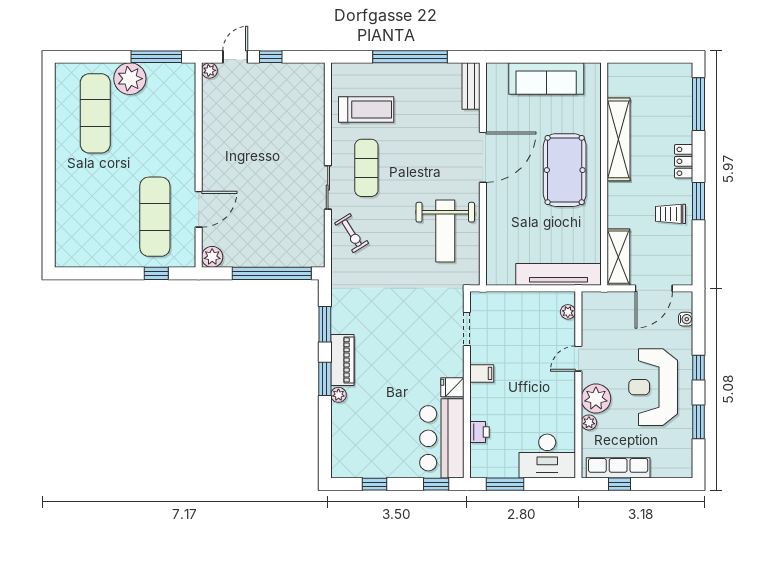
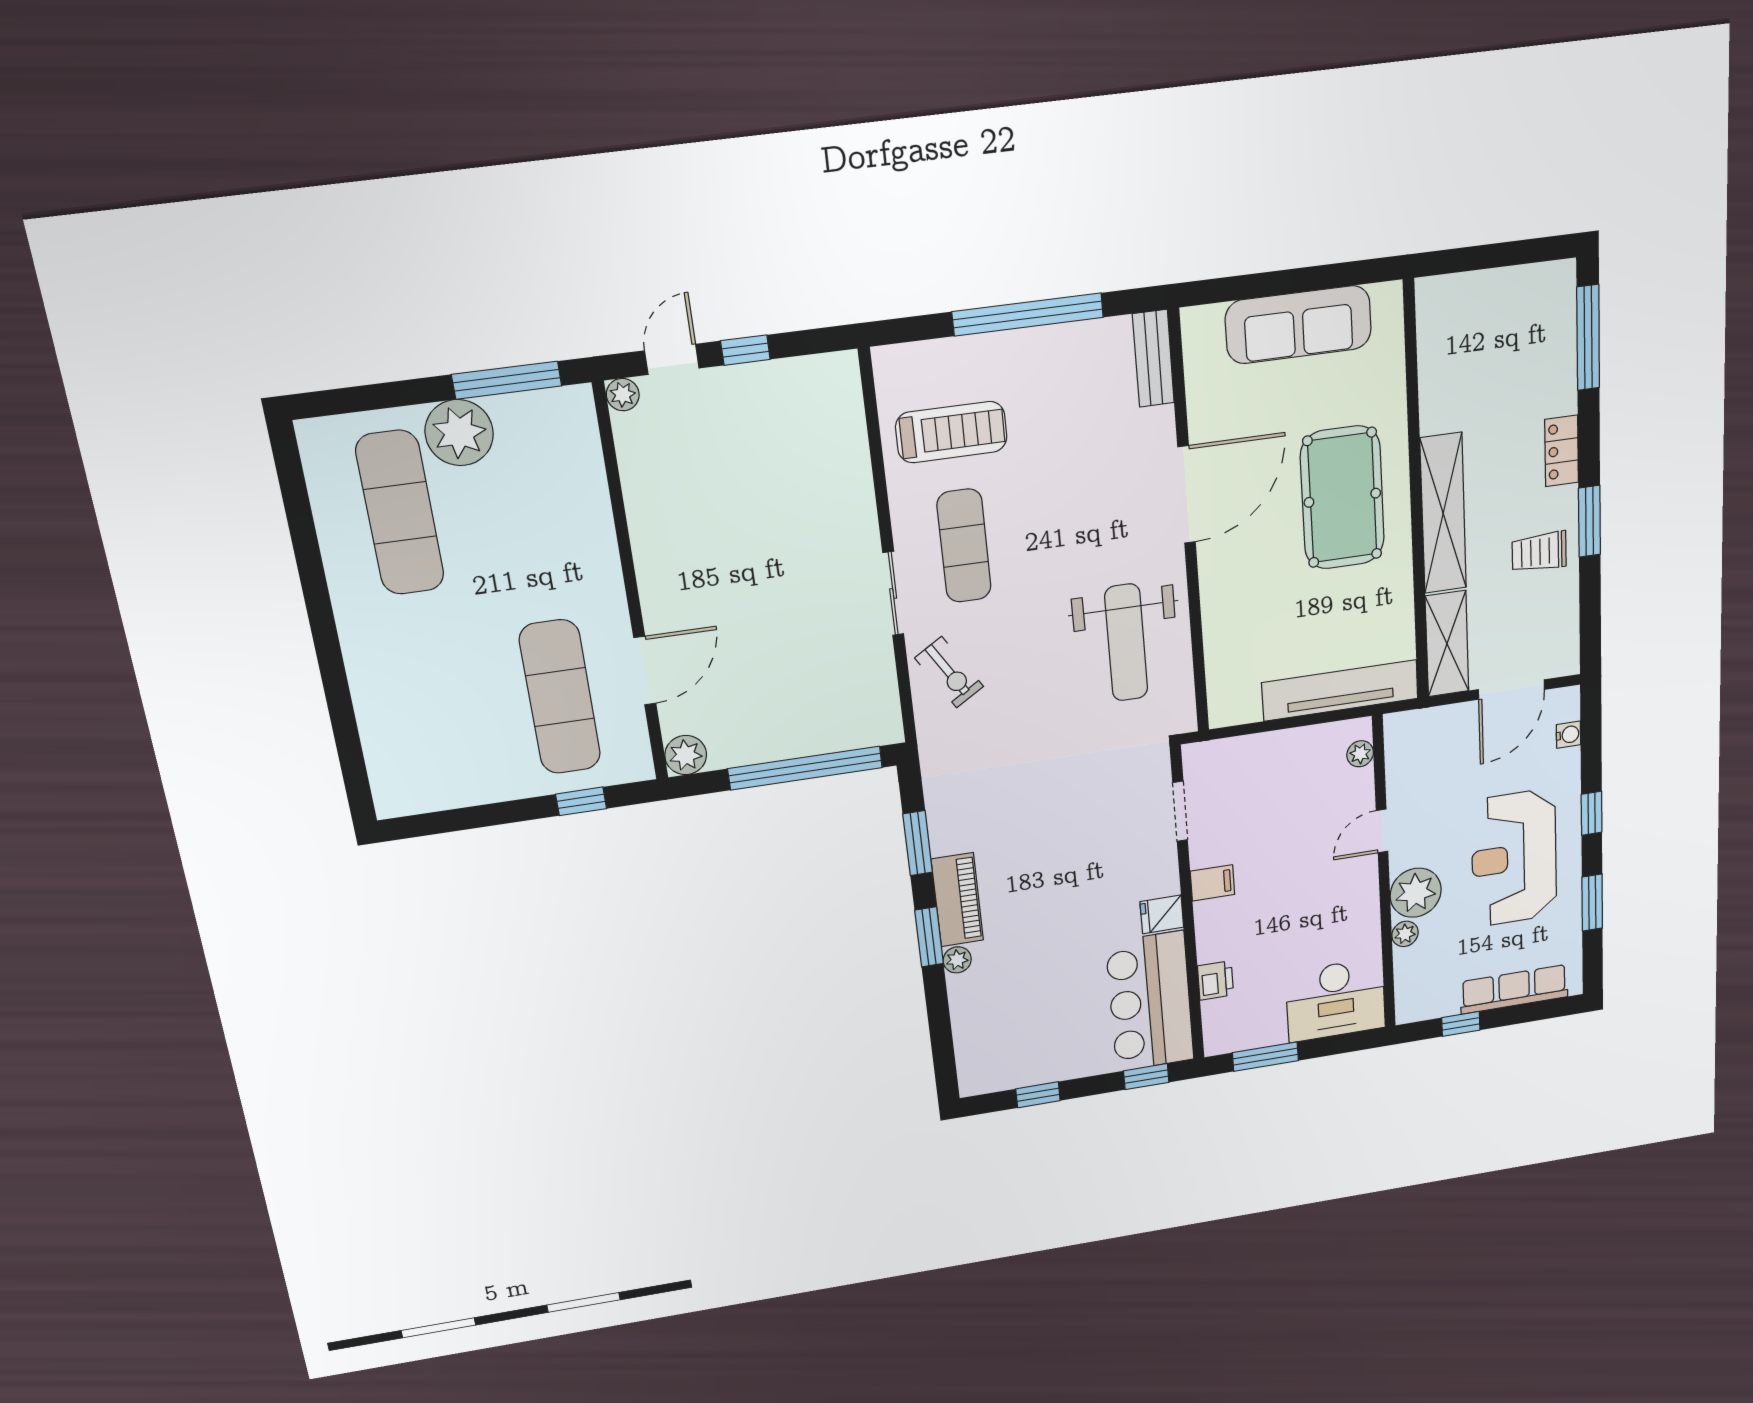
shelving: (618, 139) -> (1443, 513), moved
row of seats: (618, 468) -> (1514, 989), moved

